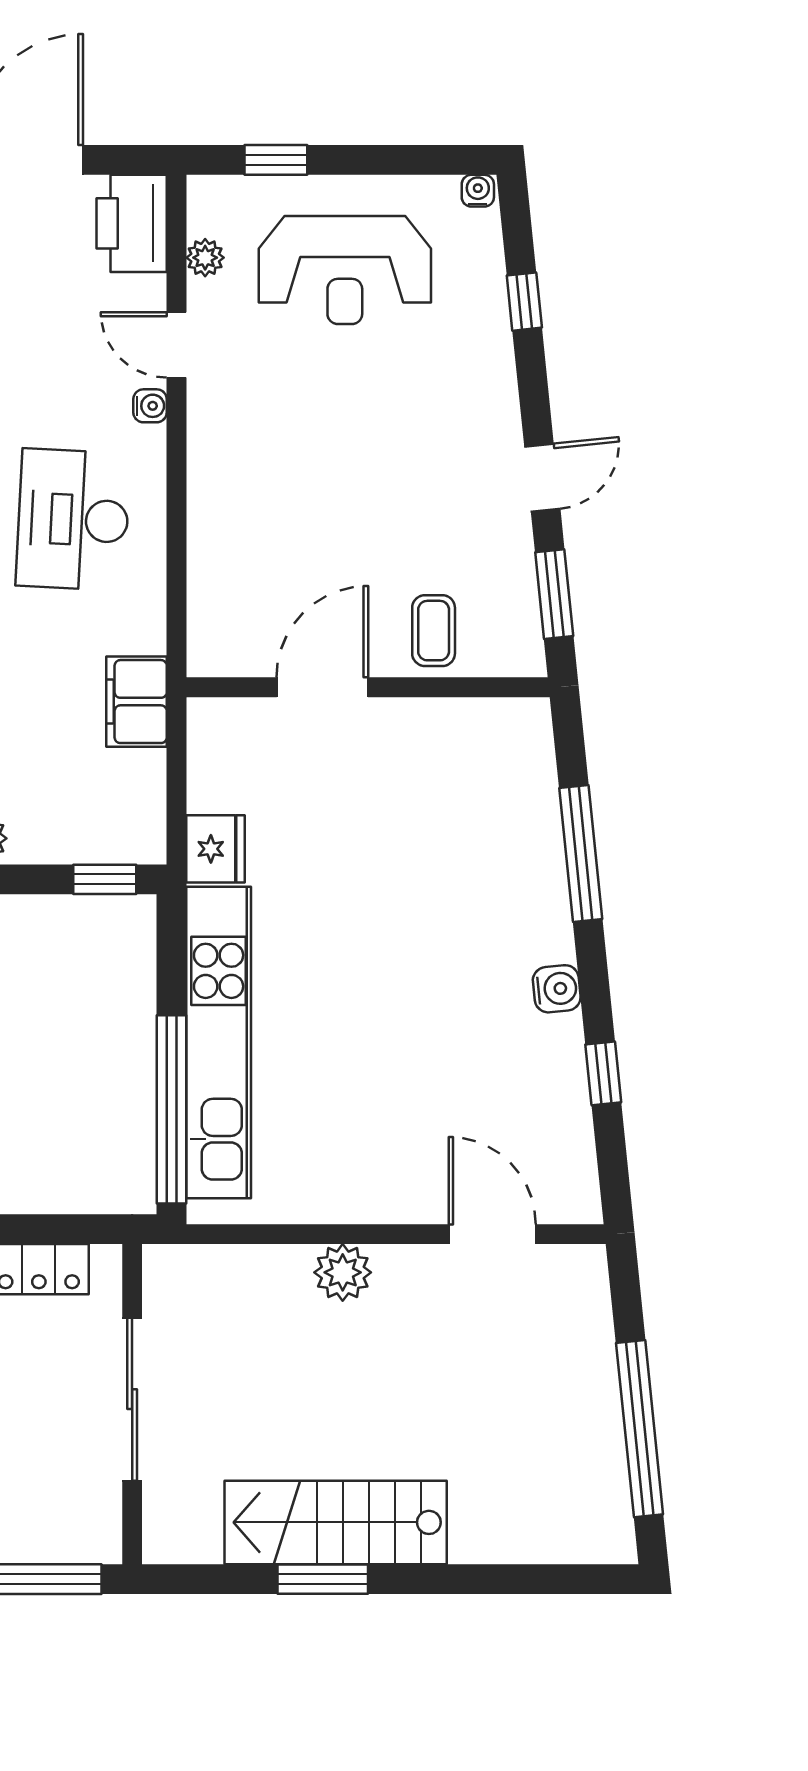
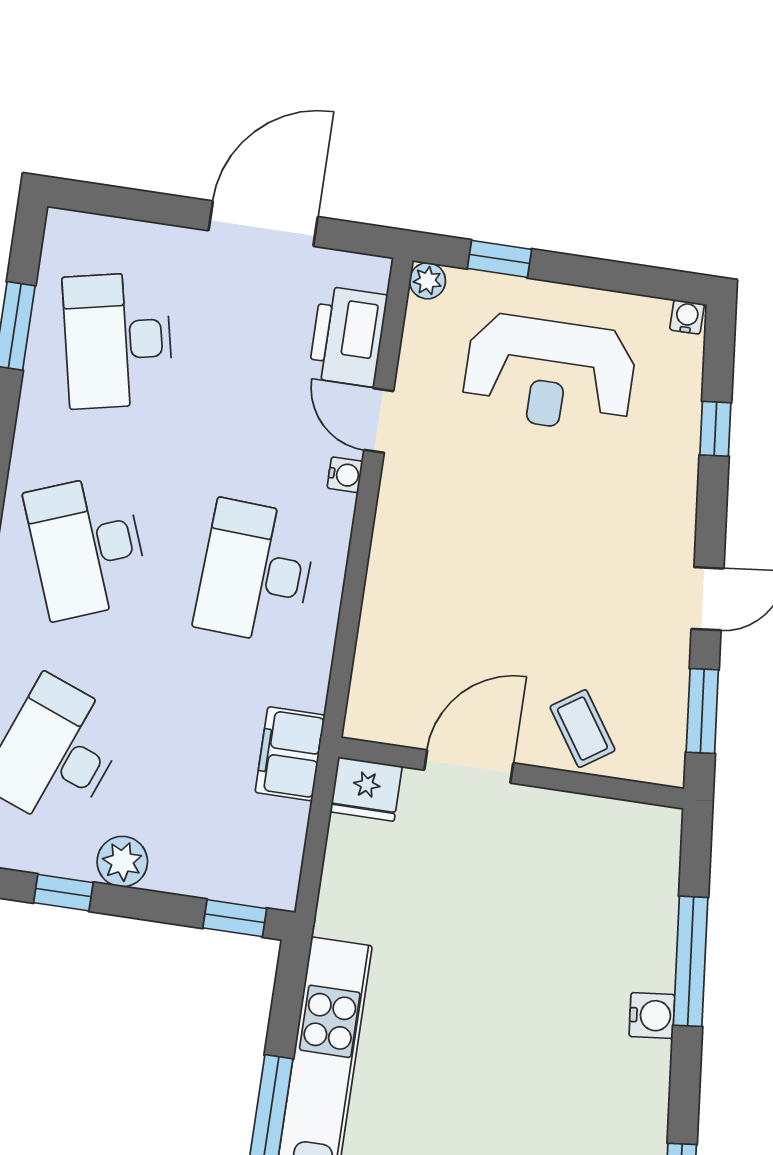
printer: (132, 223) -> (348, 336), moved
plant: (205, 258) -> (427, 281), moved
coffee table: (434, 631) -> (582, 729), turned -34
fridge: (215, 849) -> (366, 789), moved, turned 90
water cooler: (557, 989) -> (652, 1015), moved

